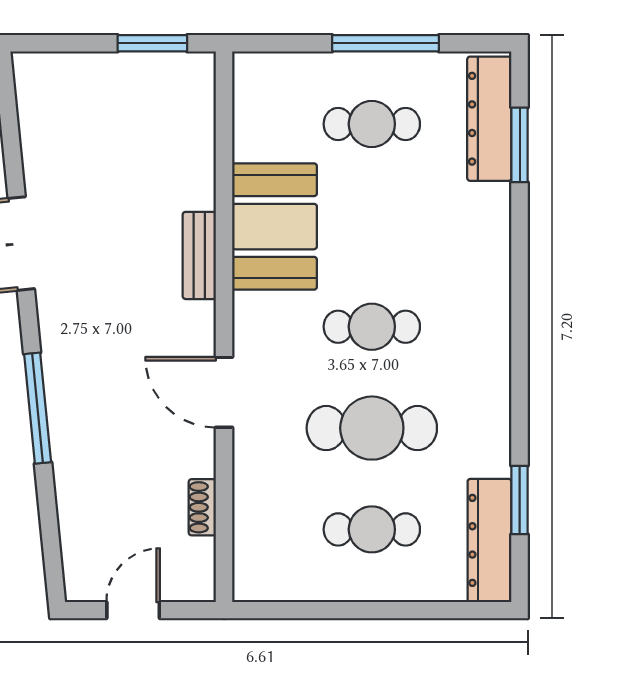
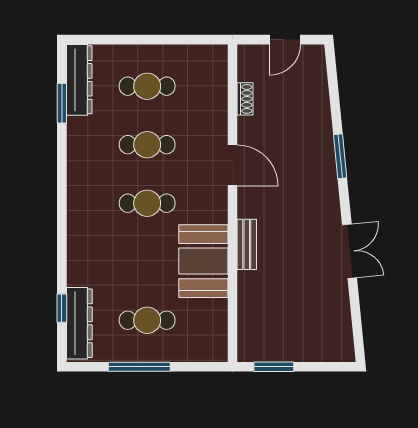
window: (520, 145) -> (62, 308), width x0.67
window: (38, 408) -> (340, 156), width x0.69
cafe table: (372, 428) -> (147, 145), width x0.73, depth x0.74

